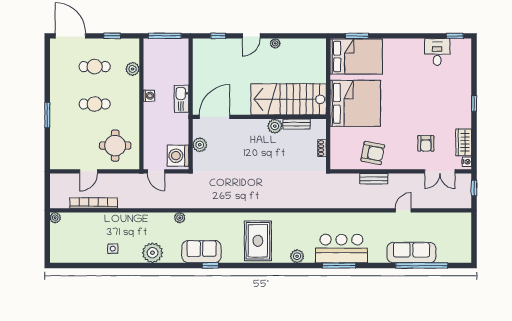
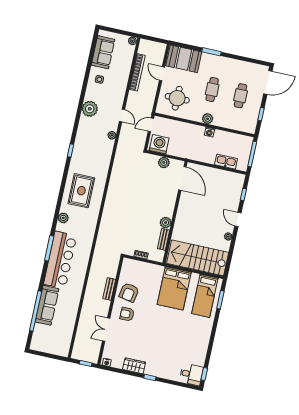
desk: (437, 52) -> (191, 374), moved
bed: (356, 57) -> (205, 296), width x0.67
plant: (133, 69) -> (208, 119), moved
kitchen sink: (182, 99) -> (226, 162), moved
stairs: (289, 99) -> (198, 258), moved, turned -90
bed: (355, 103) -> (174, 288), width x0.73
wardrobe: (464, 142) -> (134, 366), moved
armchair: (426, 143) -> (127, 314), moved
booth: (64, 148) -> (184, 59), added
double door: (440, 171) -> (106, 330), moved
door: (403, 210) -> (122, 115), moved
rug: (258, 241) -> (81, 191), turned 90
bar counter: (341, 249) -> (60, 260), width x1.36
sofa: (201, 252) -> (103, 52), moved

